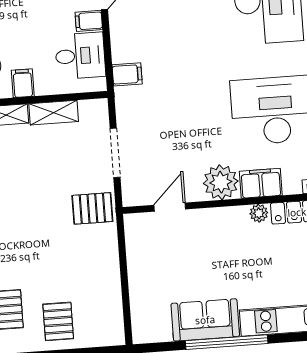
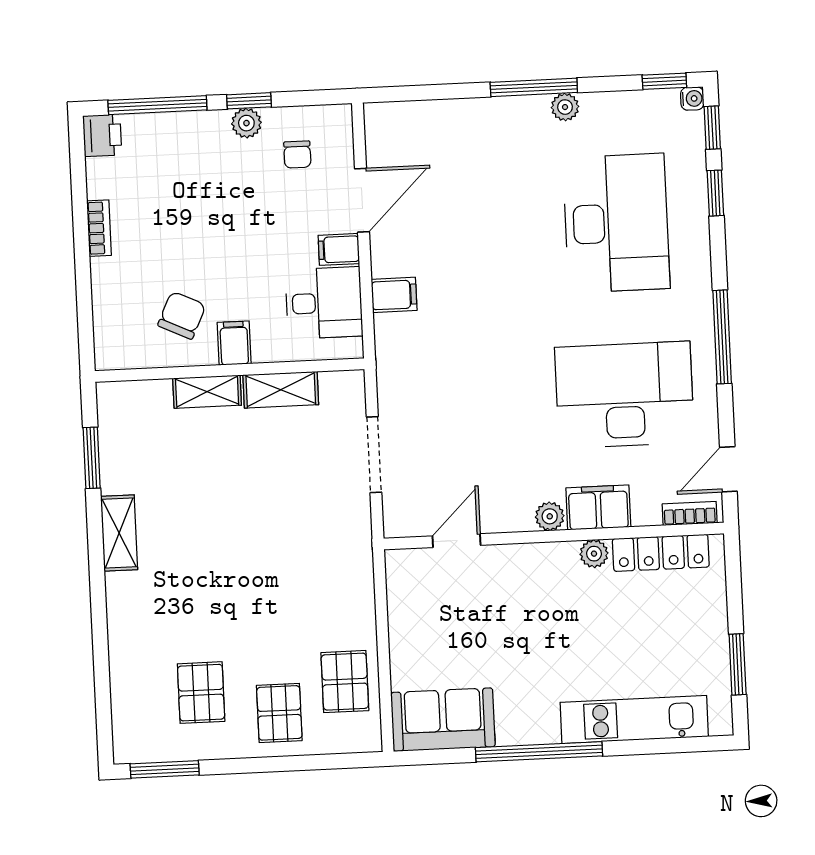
filing cabinet: (127, 74) -> (394, 295), moved
plant: (221, 182) -> (550, 516), width x0.53, depth x0.53
pallet: (92, 208) -> (345, 682), moved, turned 90
sofa: (205, 320) -> (443, 720), moved

